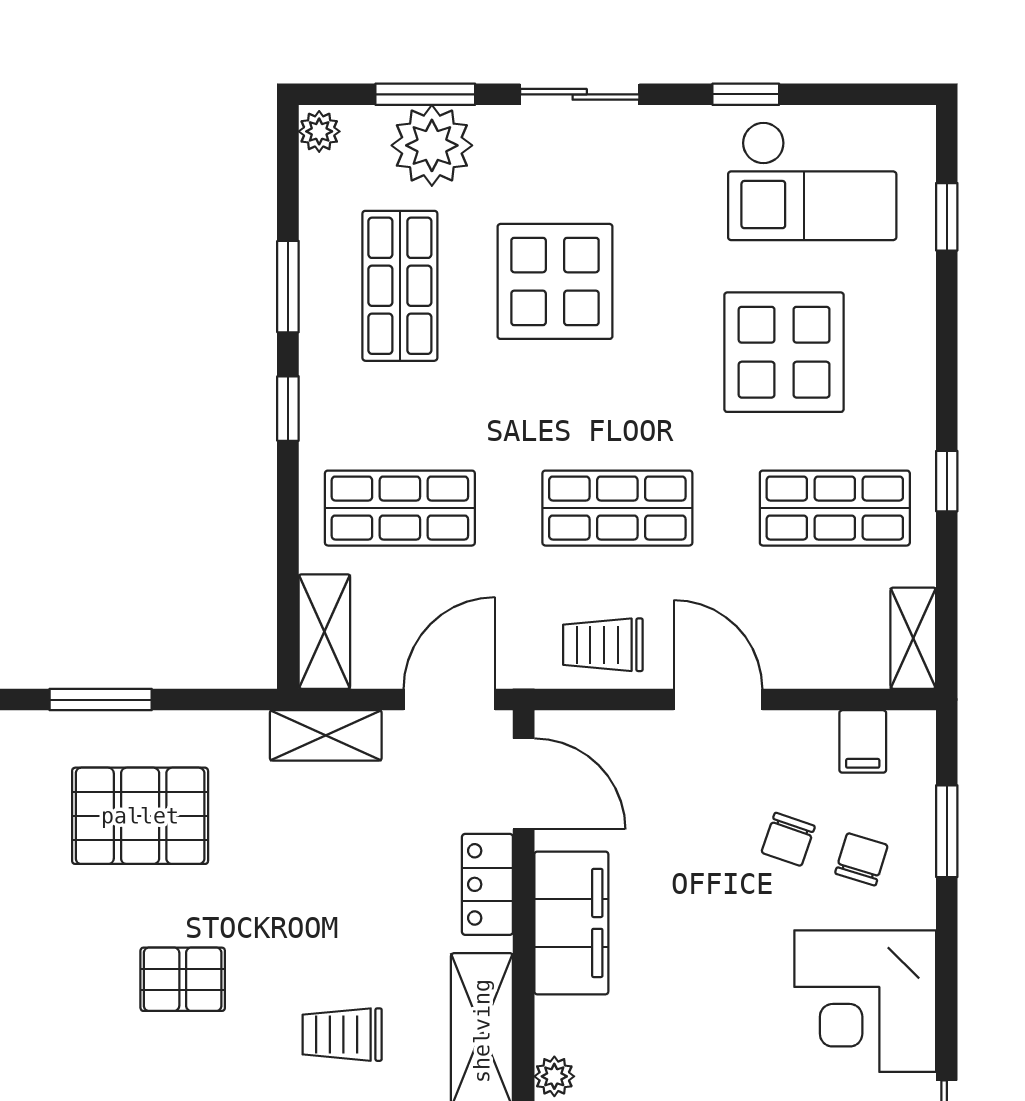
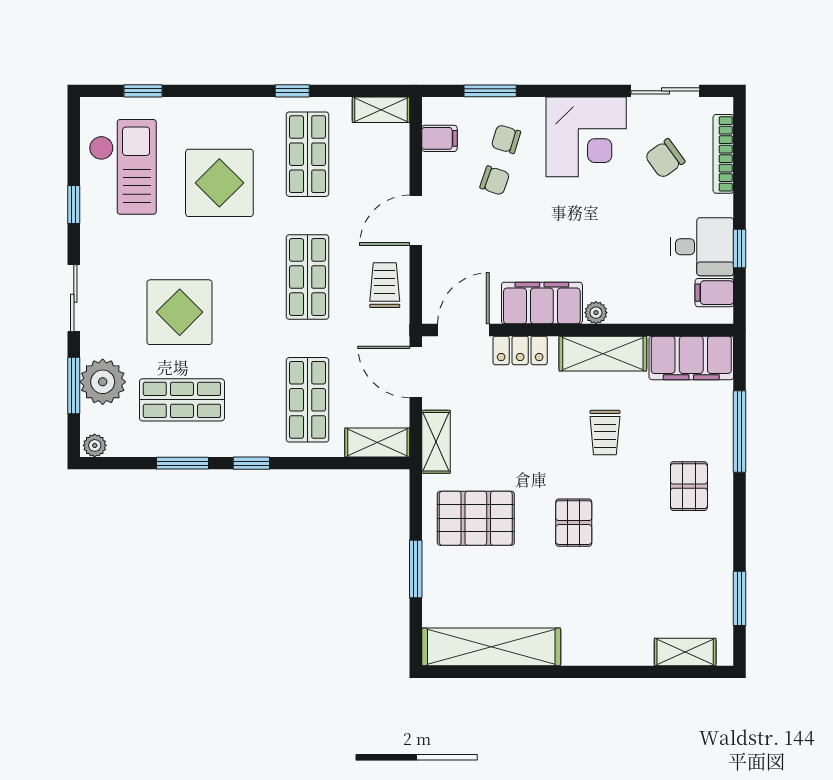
trolley: (603, 645) -> (385, 285), turned 180
pallet: (140, 816) -> (476, 518), moved, turned 90
plant: (554, 1076) -> (596, 313), moved

